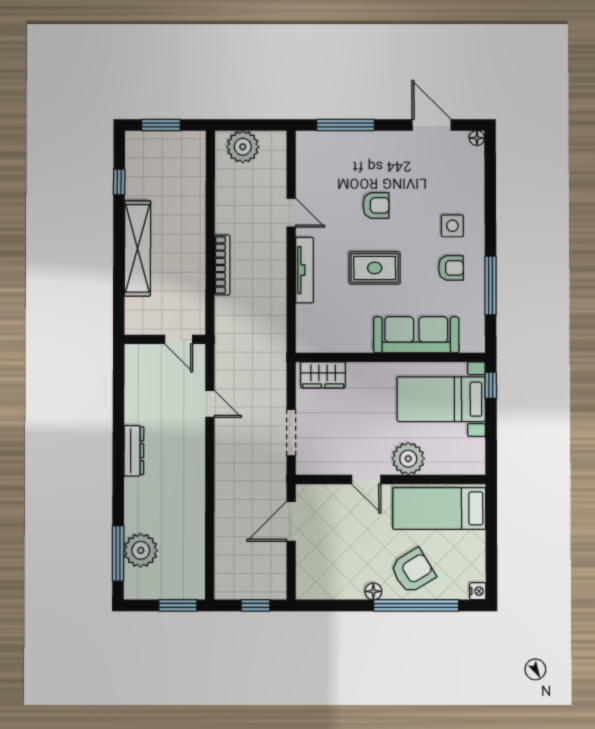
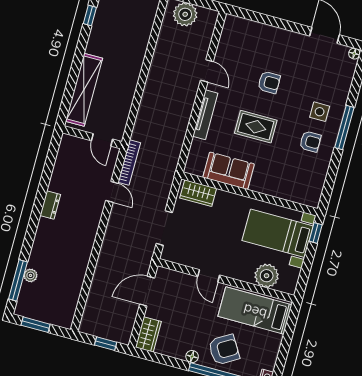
window: (345, 125) -> (263, 19), removed
shelving: (138, 248) -> (84, 90), moved
bookcase: (222, 265) -> (129, 162), moved
window: (491, 286) -> (344, 127), moved
sofa: (416, 335) -> (229, 171), moved, width x0.73
dresser: (134, 451) -> (50, 205), width x0.70
plant: (408, 459) -> (267, 276), moved
plant: (141, 550) -> (30, 275), width x0.53, depth x0.53
wardrobe: (308, 578) -> (148, 334), added
window: (178, 605) -> (36, 325), moved

